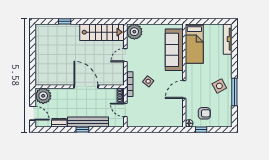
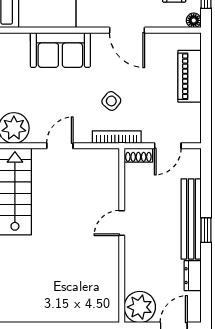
sofa: (174, 50) -> (60, 50), width x0.73
door: (125, 55) -> (60, 146), swing flipped
door: (86, 87) -> (122, 223), width x0.53
piano: (161, 121) -> (189, 76), added

